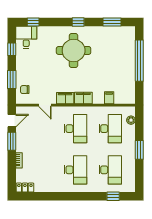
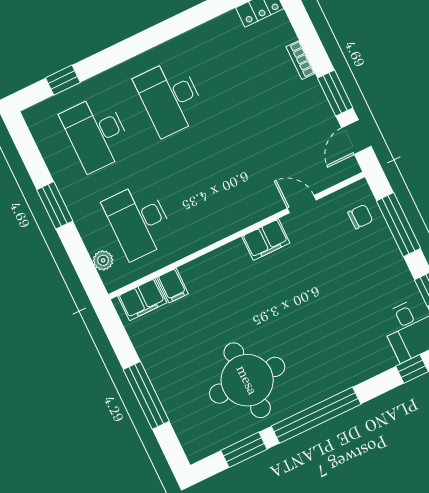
window: (78, 22) -> (316, 415), width x3.17
round table: (74, 50) -> (247, 380), moved
window: (139, 61) -> (146, 395), width x0.68
window: (12, 79) -> (398, 225), width x1.44
filing cabinet: (83, 98) -> (142, 300), moved
desk: (76, 129) -> (212, 185), removed

